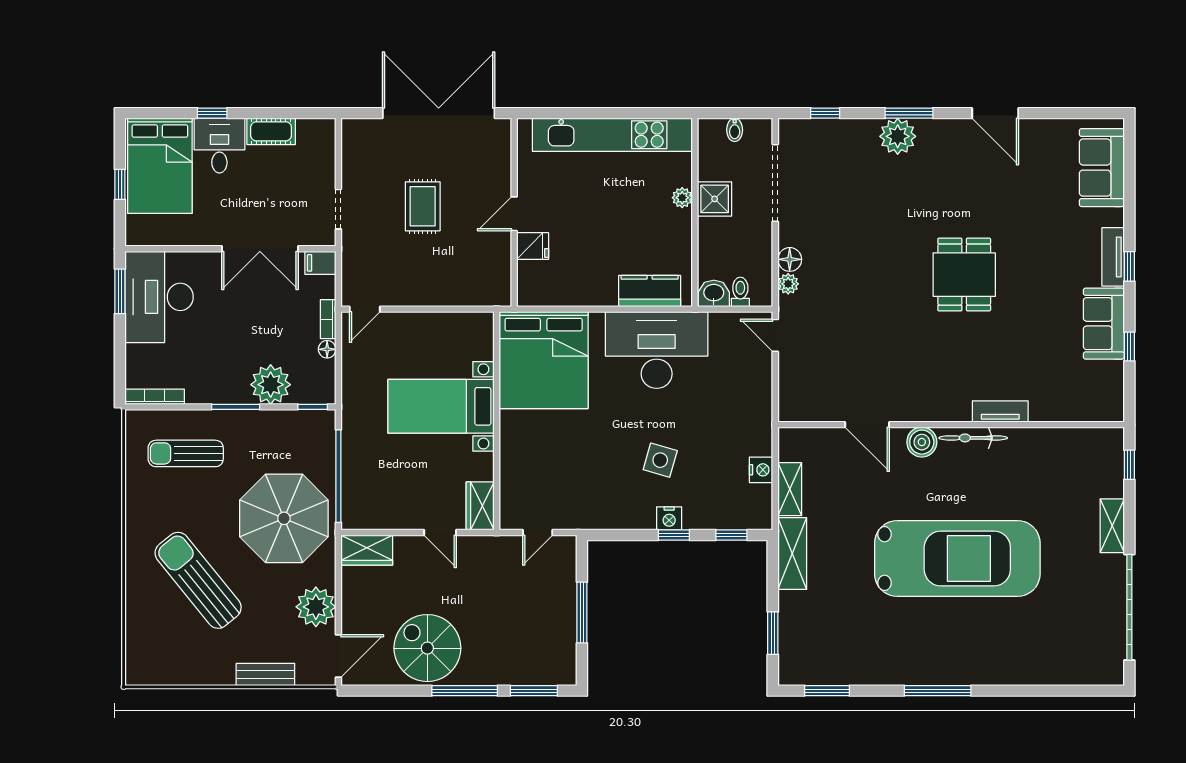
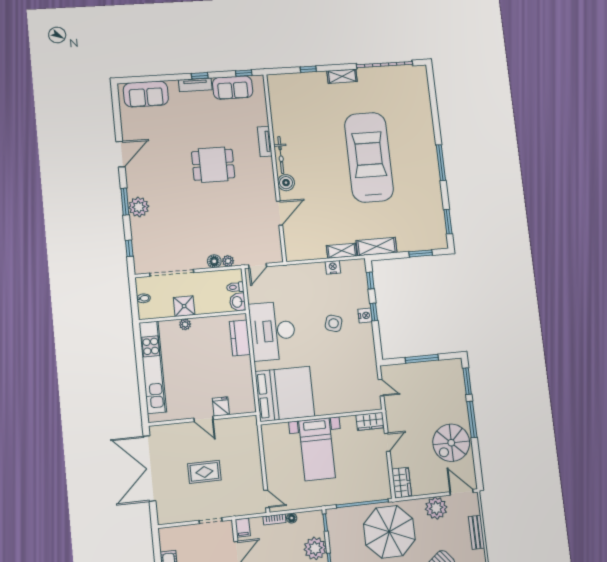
tv unit: (1000, 411) -> (265, 141), moved
door: (867, 425) -> (280, 213), moved
wall: (951, 425) -> (275, 168), moved
bicycle: (973, 438) -> (281, 155), moved
boiler: (922, 442) -> (286, 183), moved

